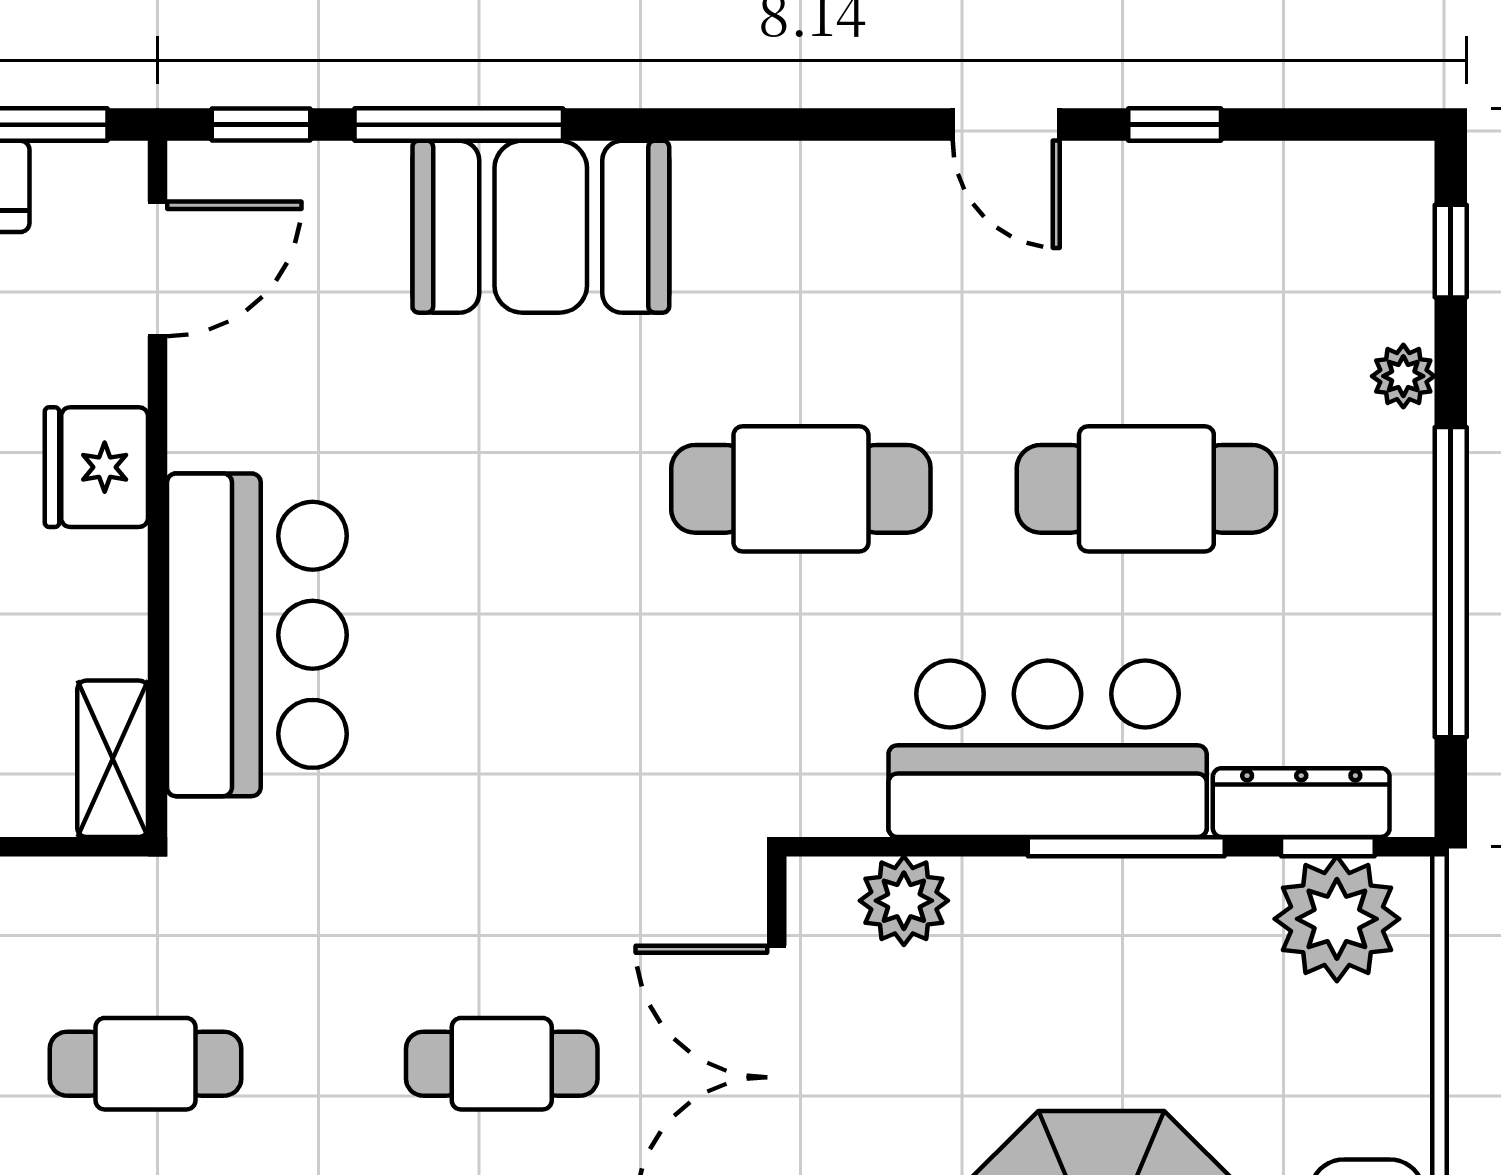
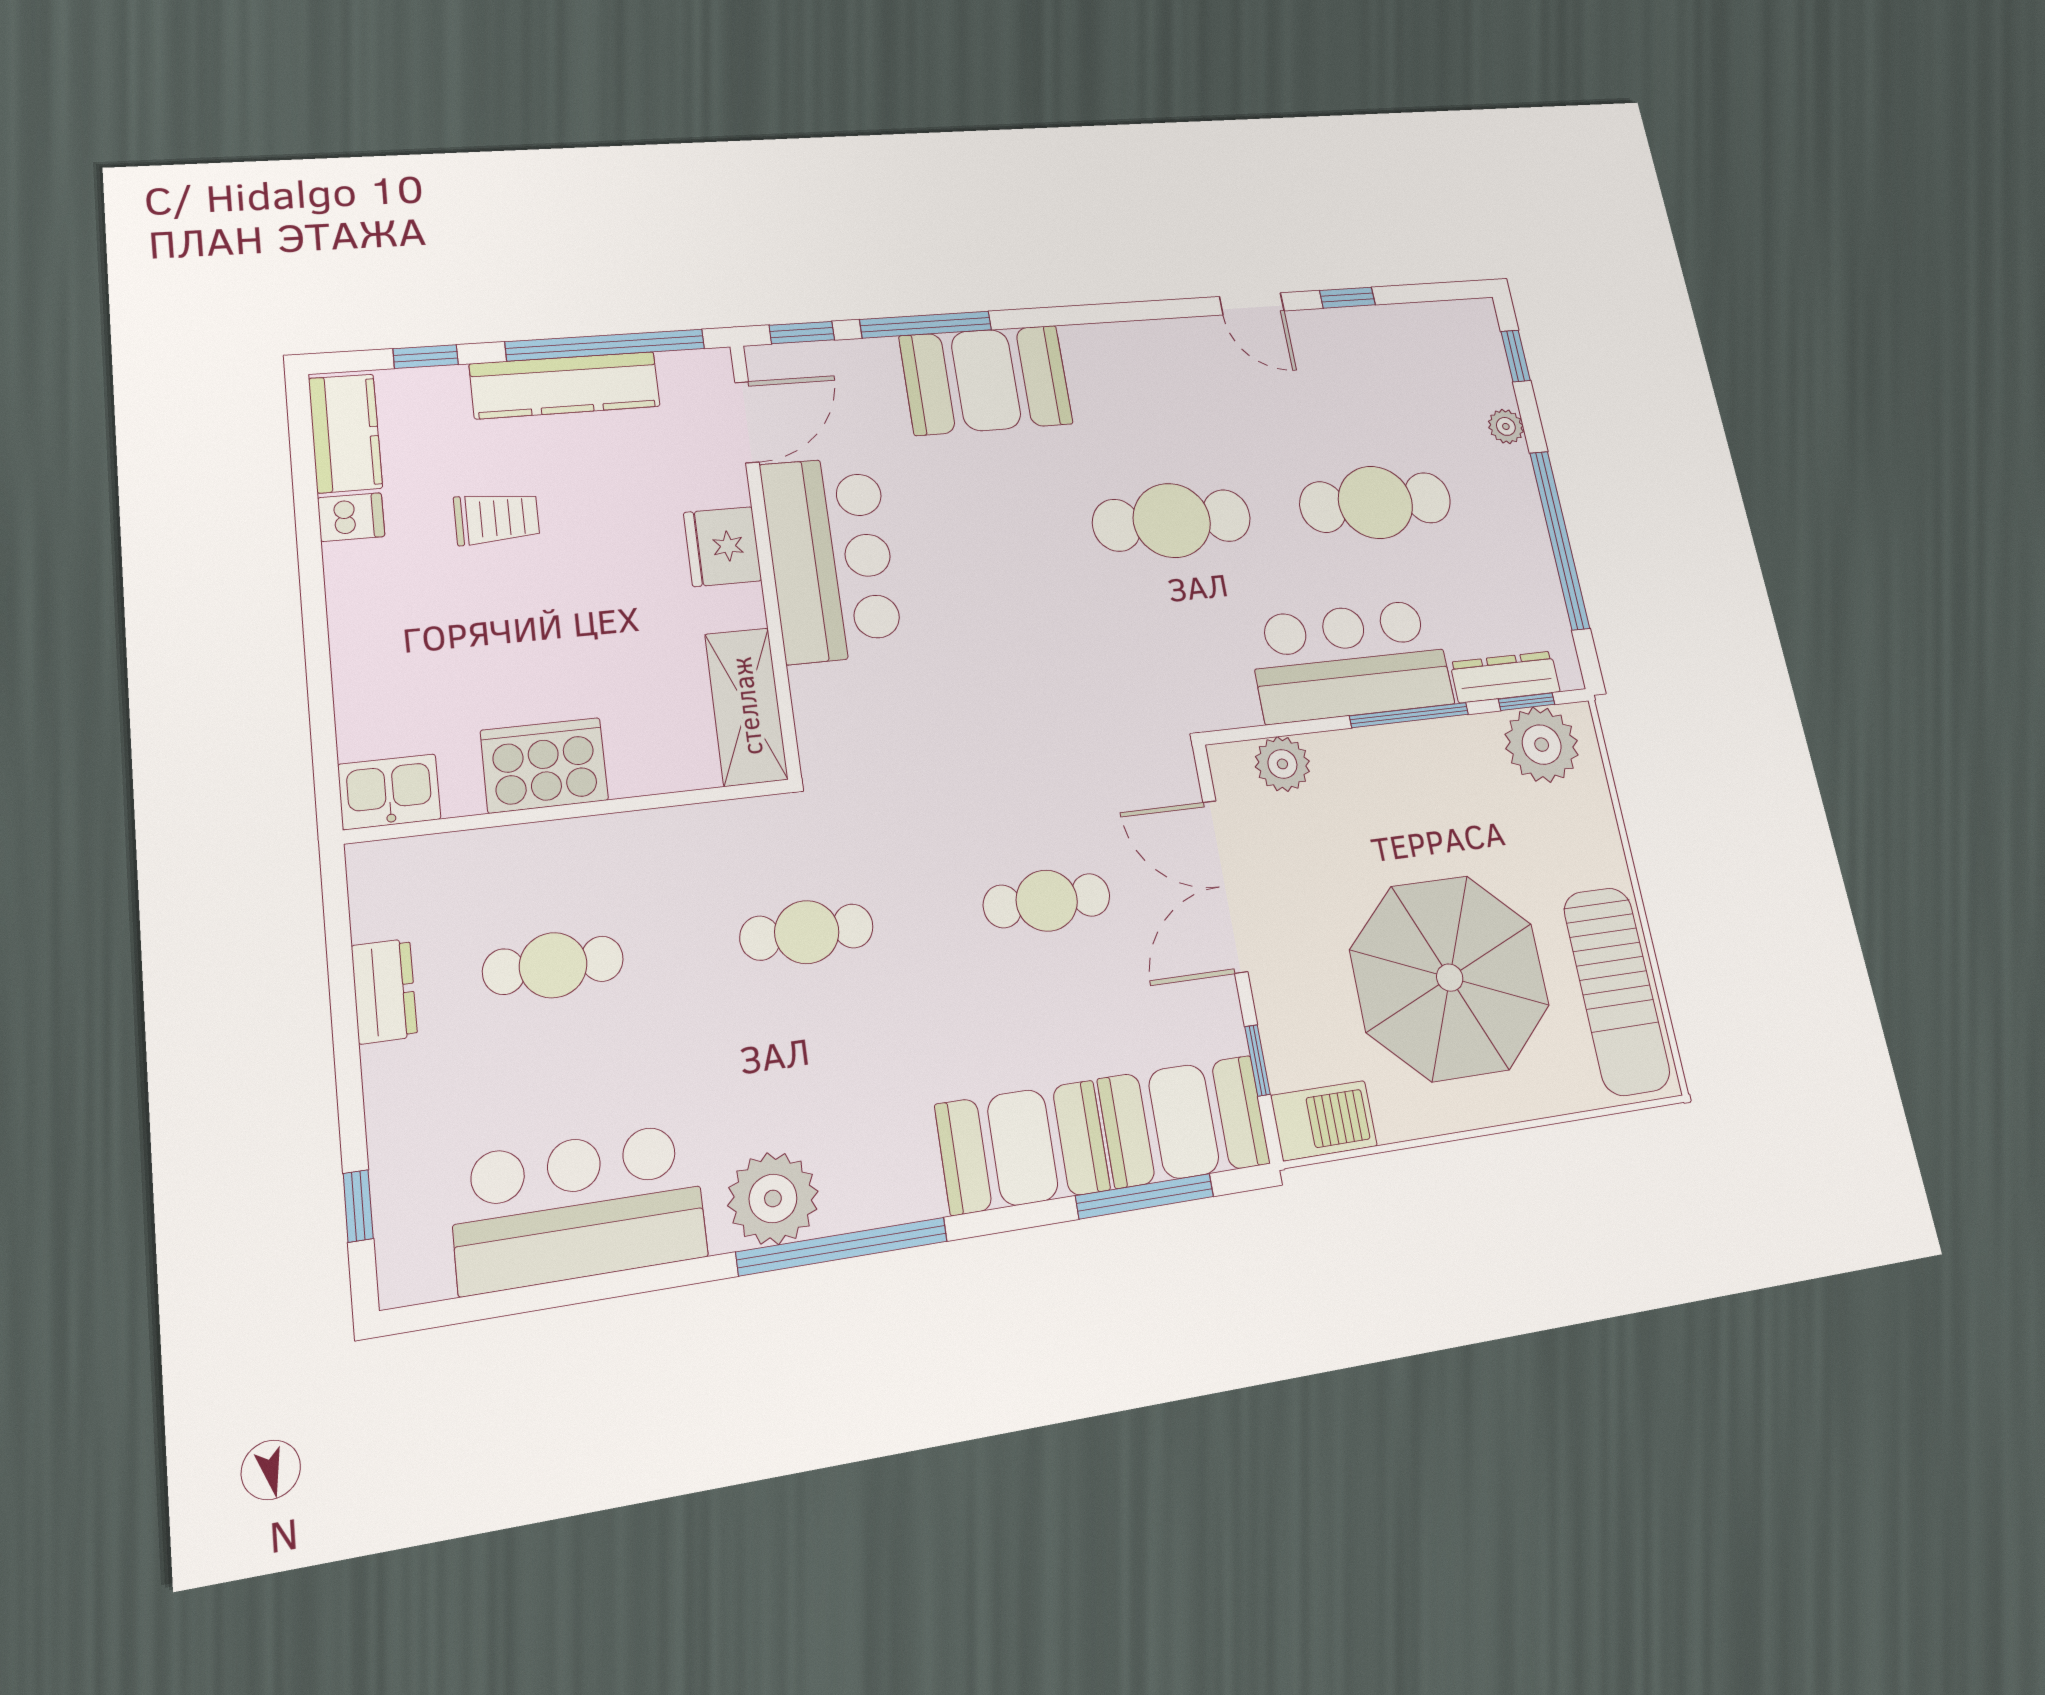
bar counter: (257, 635) -> (831, 558), moved
shelving: (113, 759) -> (746, 706), width x1.50, depth x1.33

